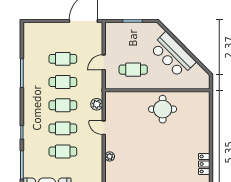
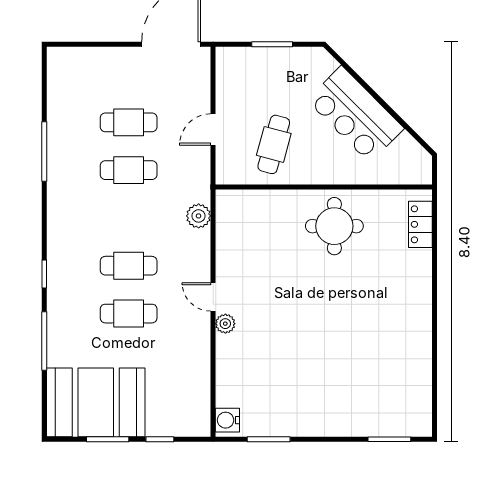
cafe table: (133, 70) -> (274, 144), turned -75
cafe table: (63, 105) -> (129, 218), removed
door: (104, 128) -> (213, 297), moved
locker: (204, 164) -> (420, 224), moved

